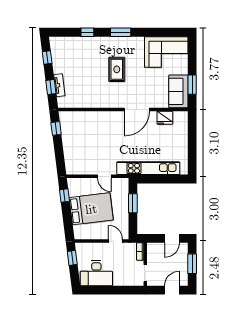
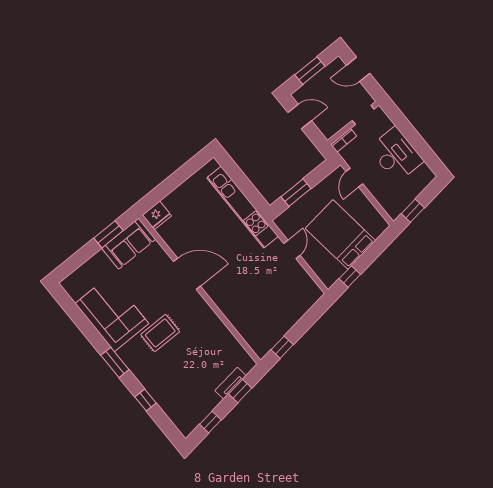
corner sofa: (166, 52) -> (112, 313), moved
fridge: (165, 118) -> (157, 215), moved, turned 90
desk: (96, 273) -> (396, 155), moved

